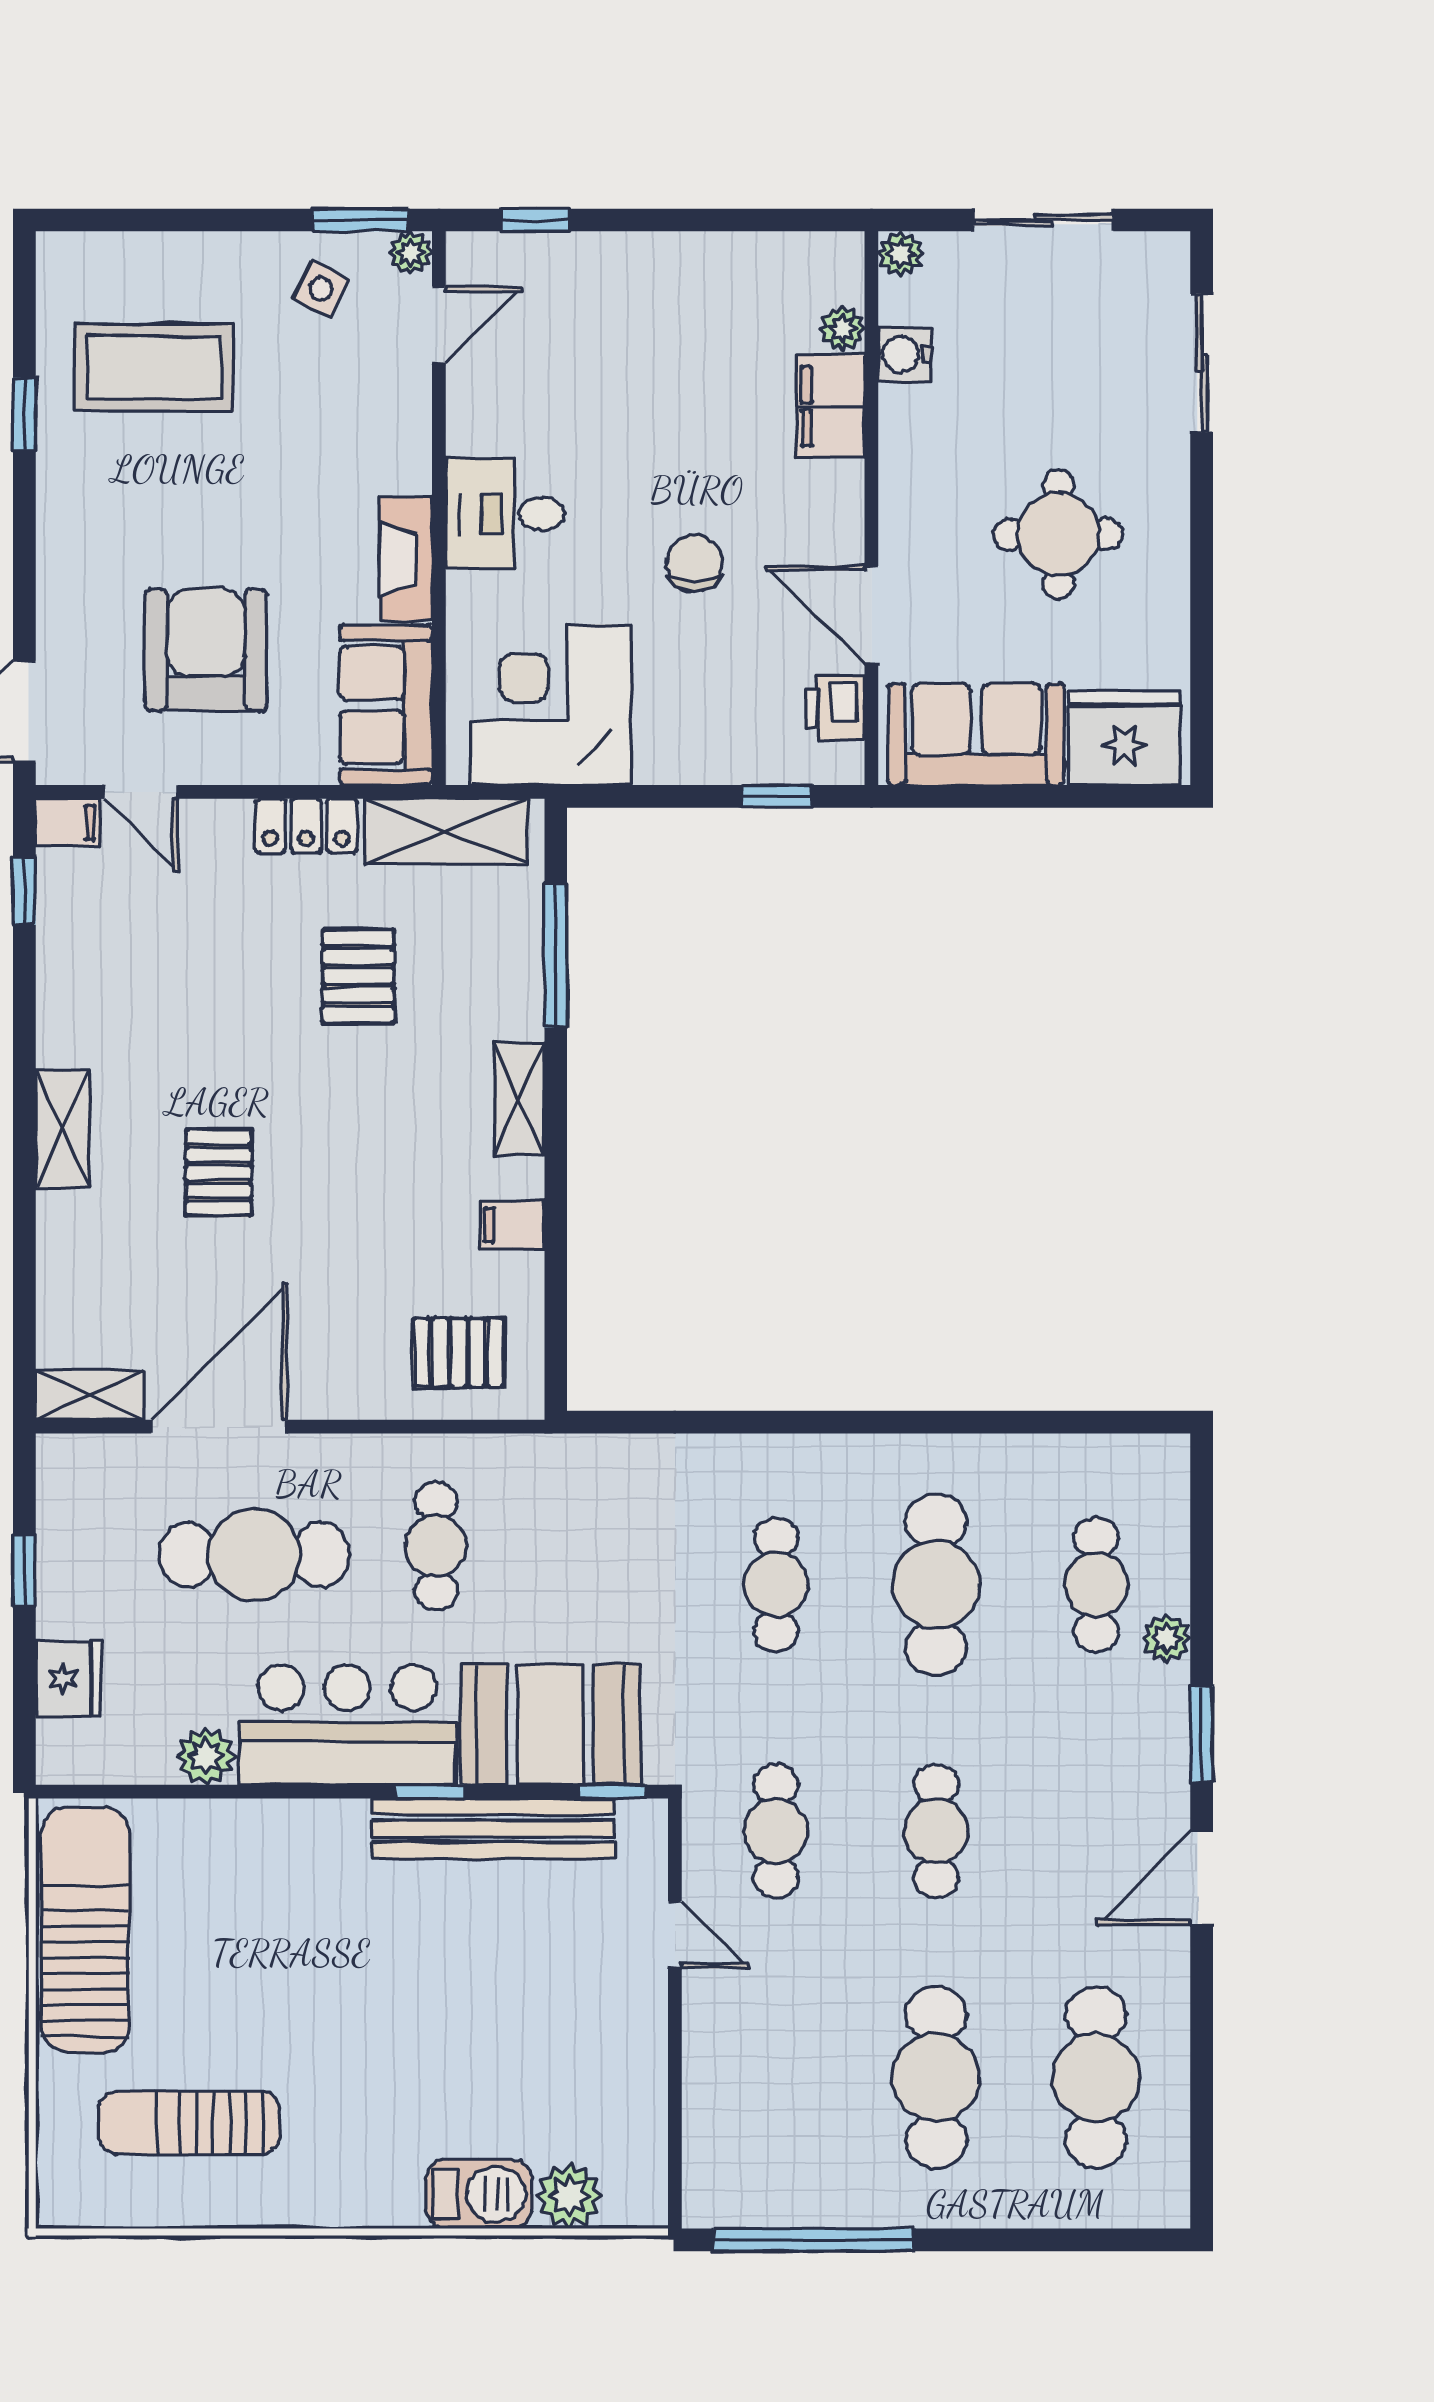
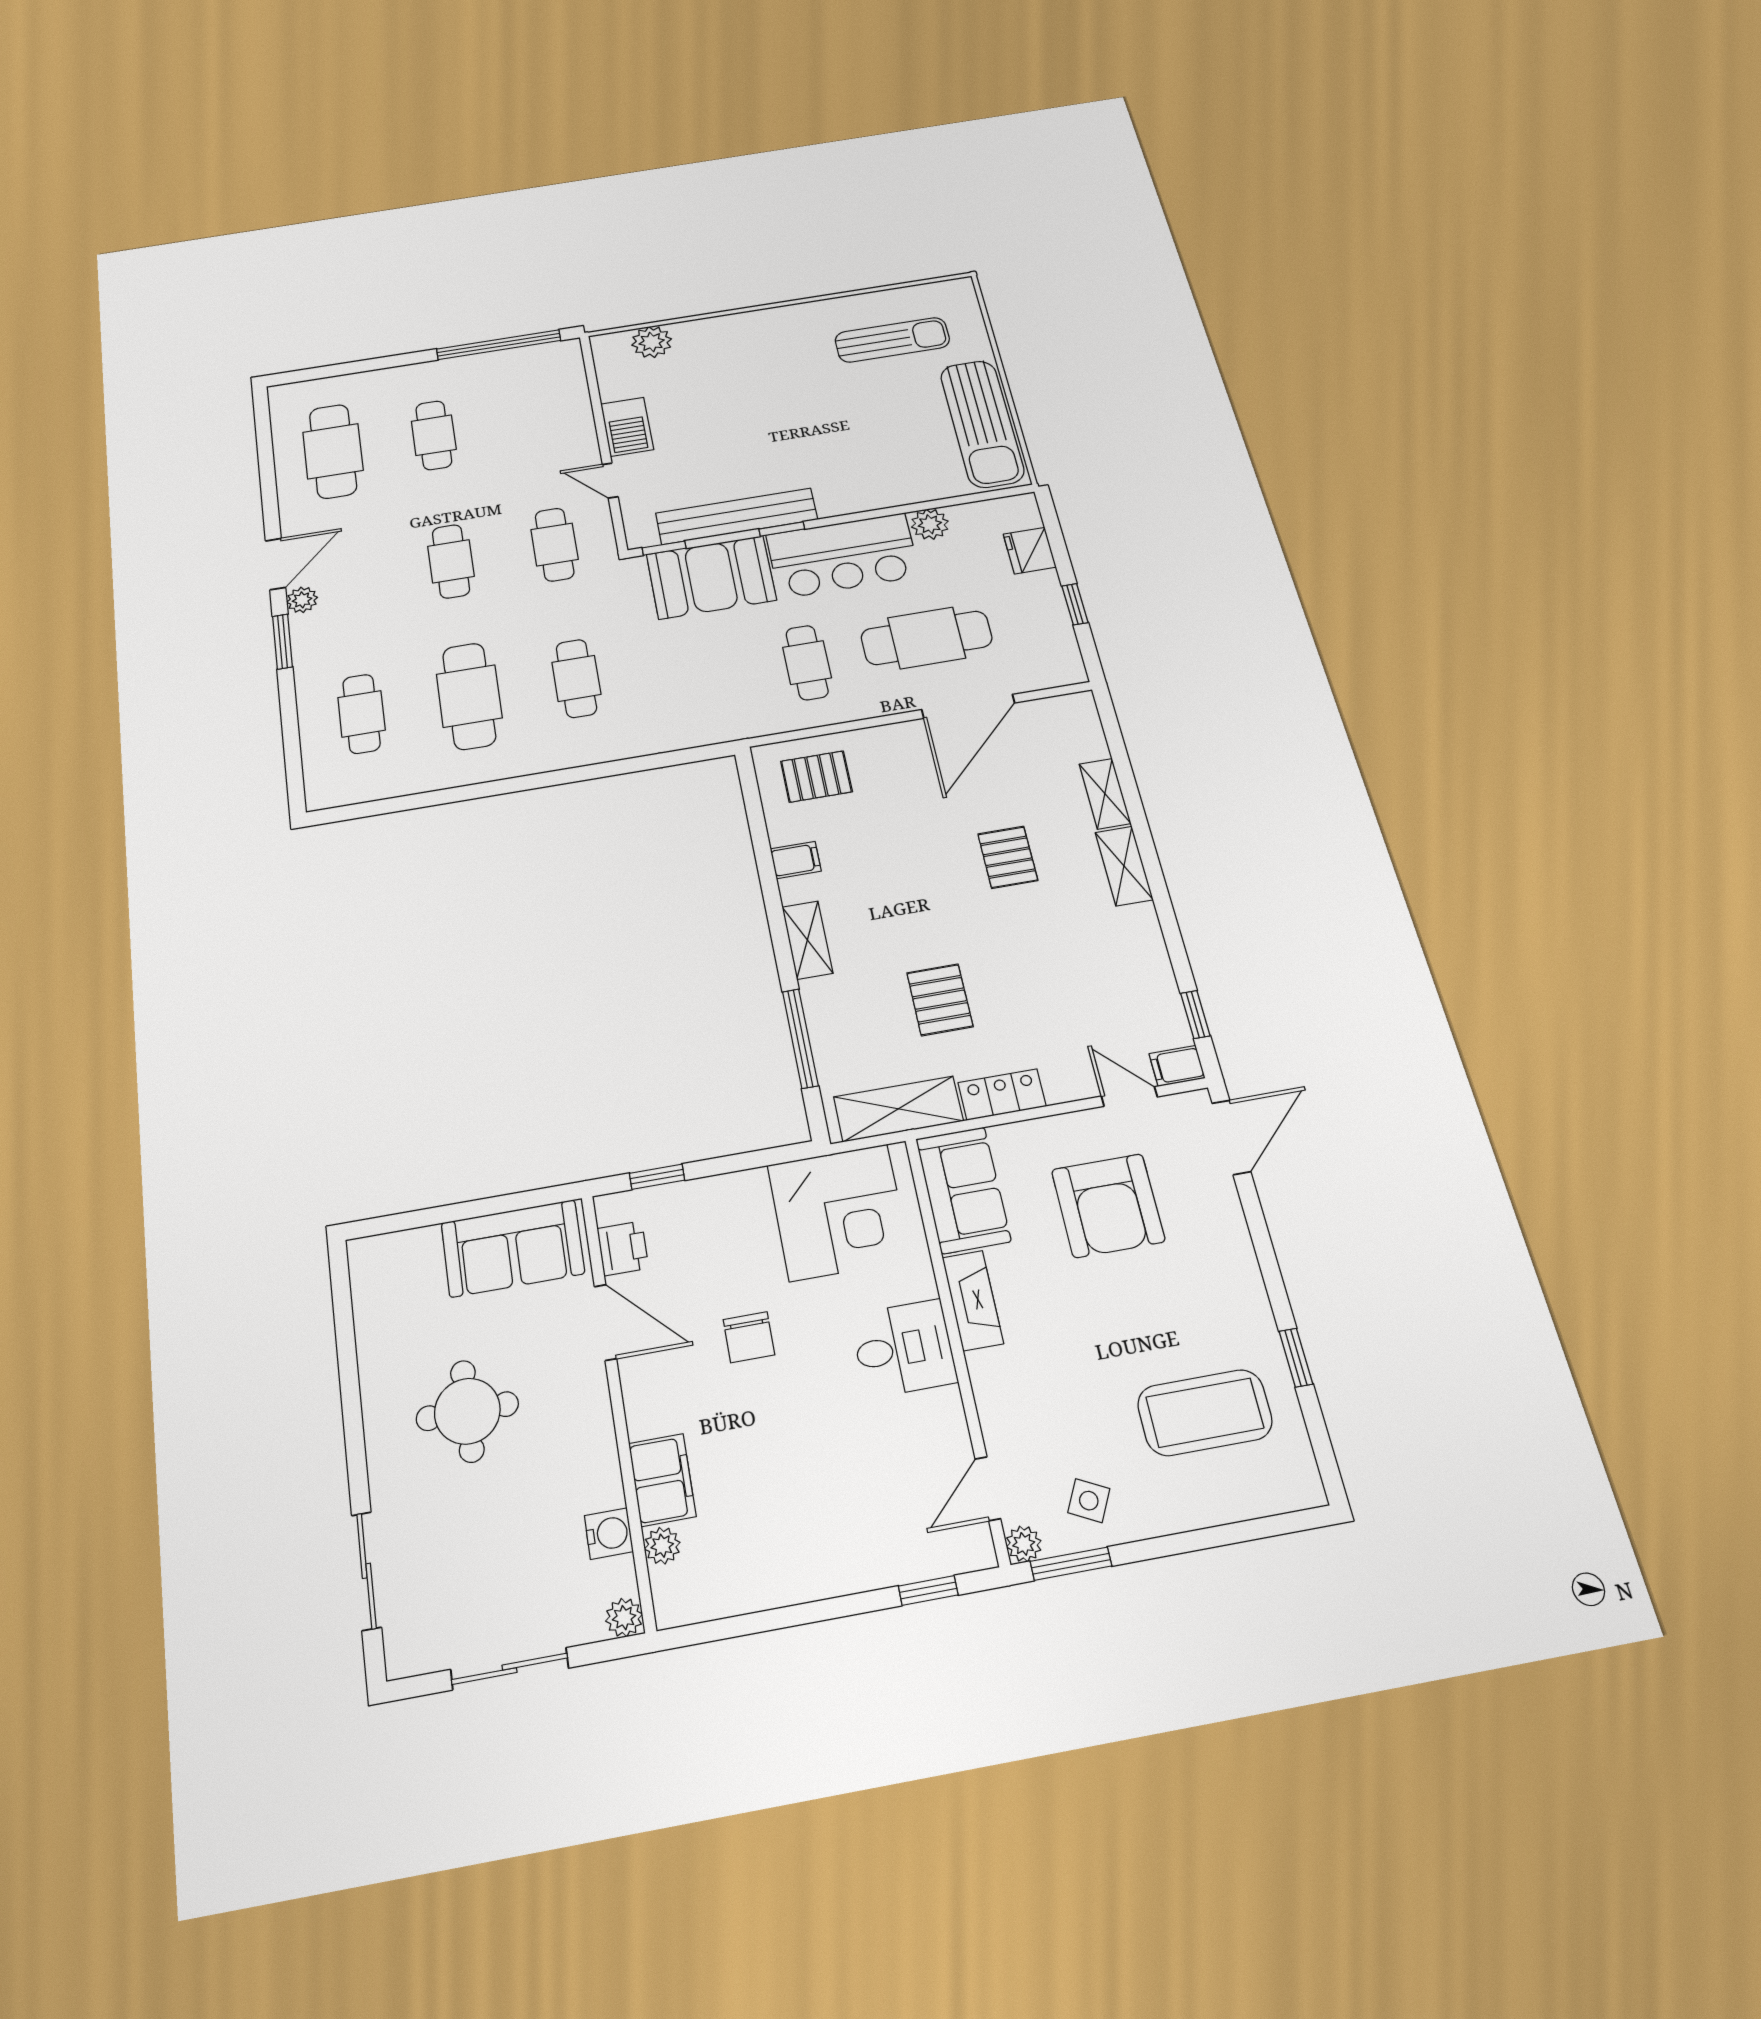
fridge: (1124, 738) -> (399, 1266), removed
shelving: (90, 1395) -> (1105, 794), moved, turned 90
plant: (1167, 1638) -> (302, 600), moved
cafe table: (936, 2077) -> (434, 435), width x0.73, depth x0.74
barbecue: (479, 2194) -> (627, 427), moved, turned -90

